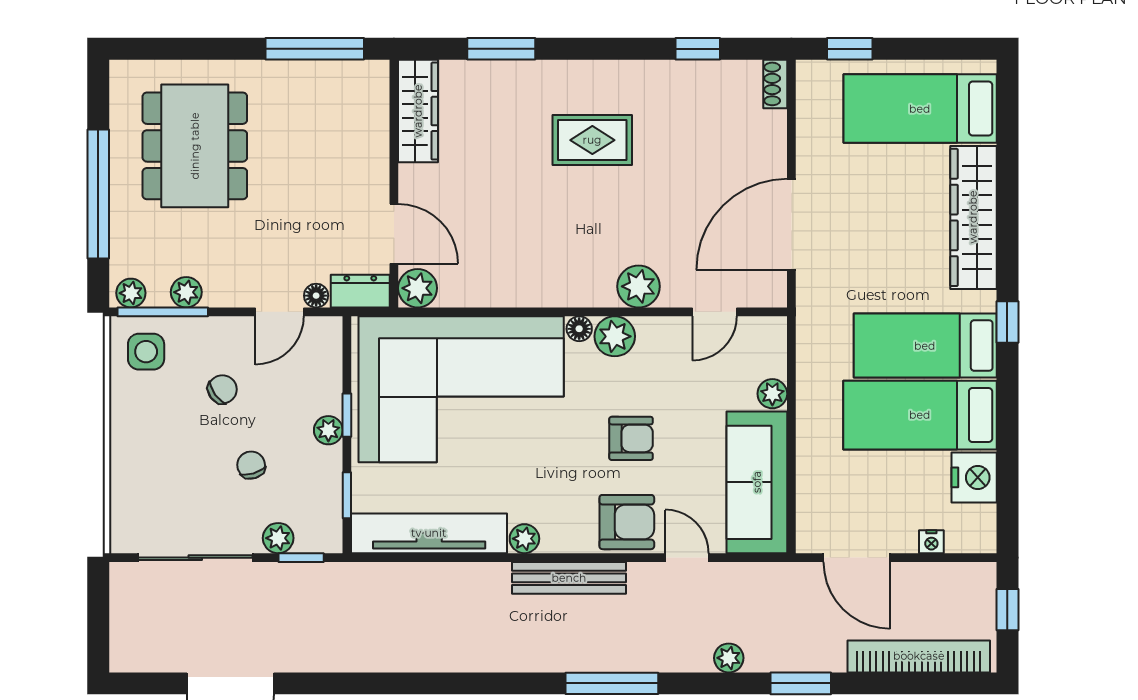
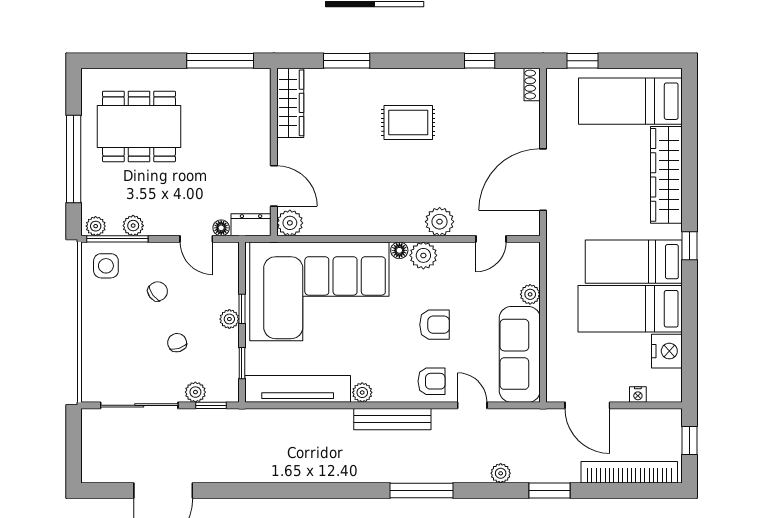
dining table: (195, 146) -> (139, 126), turned 90
door: (279, 312) -> (196, 239), hinge flipped
armchair: (627, 522) -> (432, 381), width x0.72, depth x0.72

